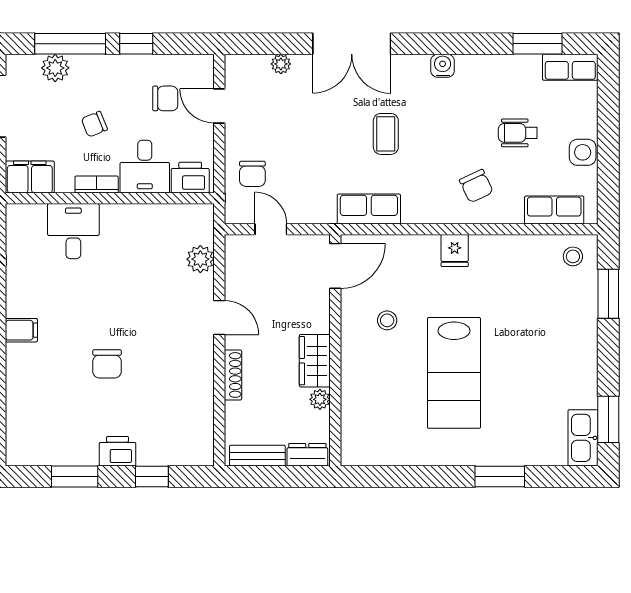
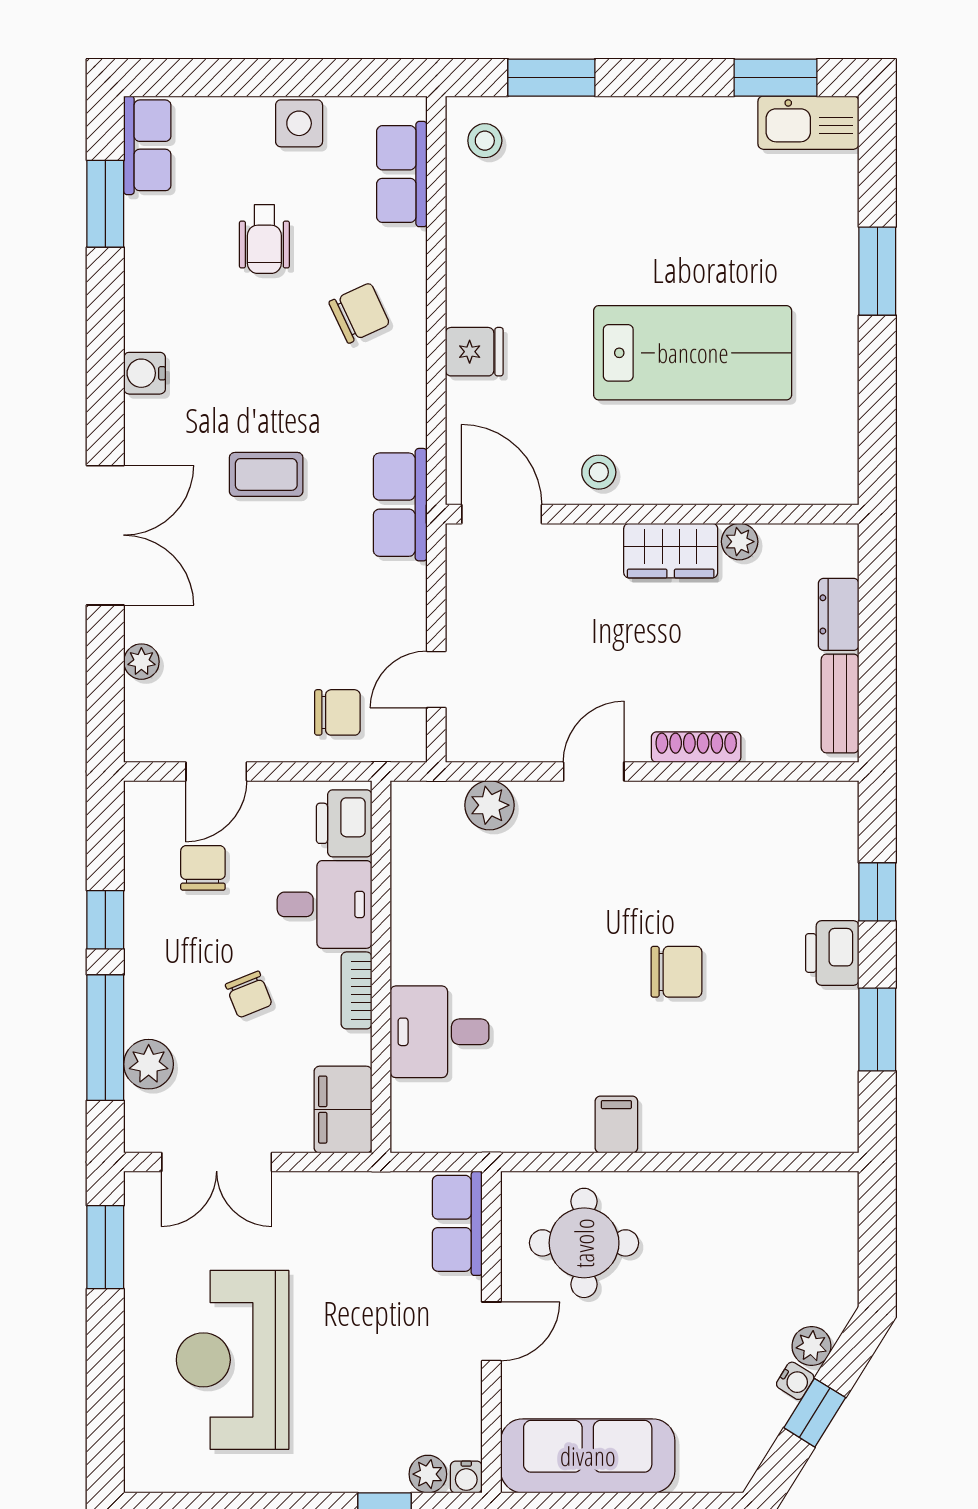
door: (335, 266) -> (502, 514), moved
wall: (335, 350) -> (652, 514), moved
wardrobe: (315, 361) -> (671, 551), moved
plant: (320, 399) -> (740, 542), moved

